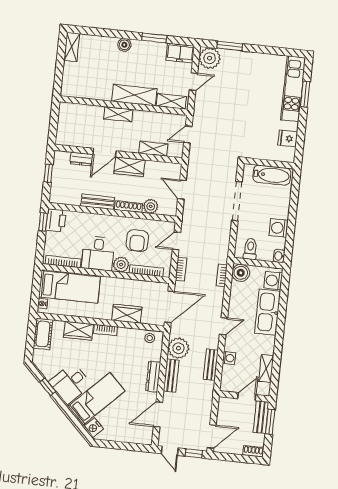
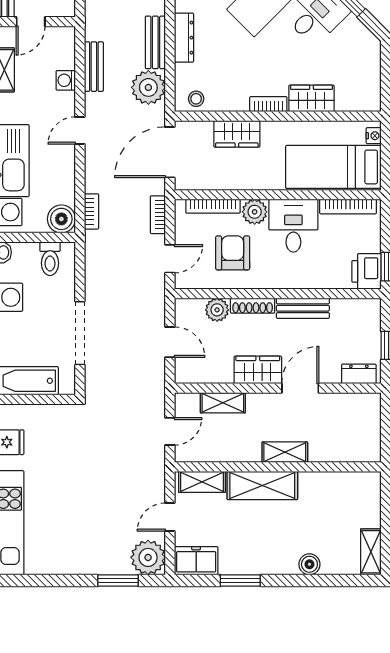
boiler: (124, 45) -> (309, 564), moved
dresser: (81, 159) -> (359, 374), moved
cot: (43, 334) -> (368, 87), removed

